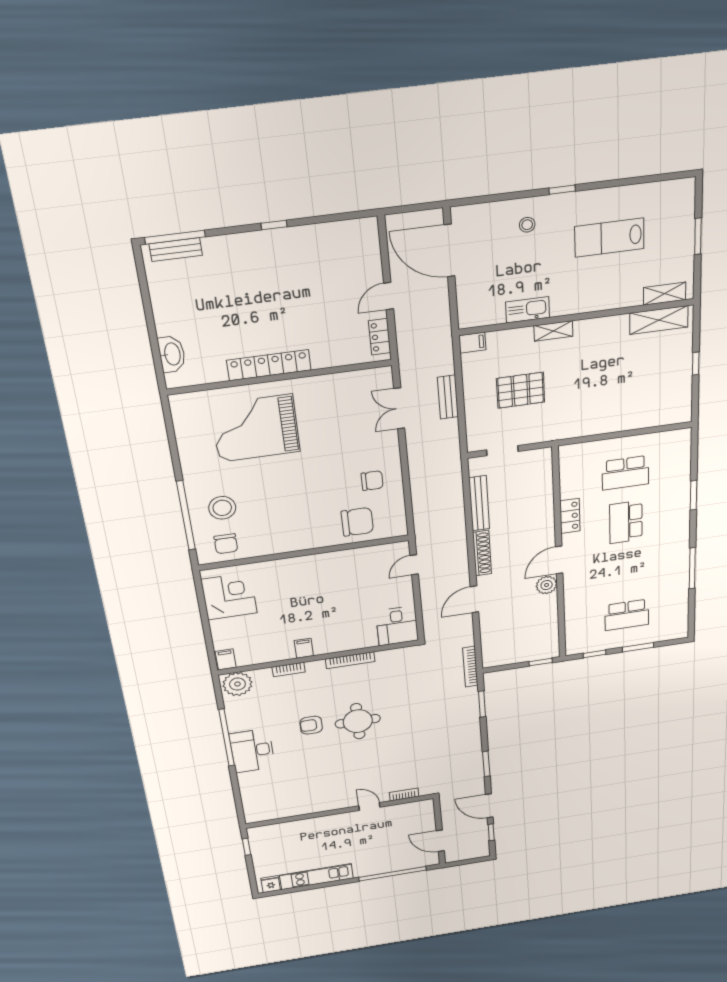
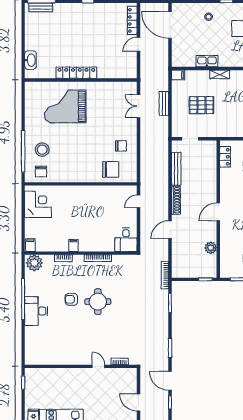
locker: (380, 337) -> (132, 20), moved, width x1.53
locker: (570, 516) -> (225, 157), moved
plant: (547, 585) -> (211, 248), moved

